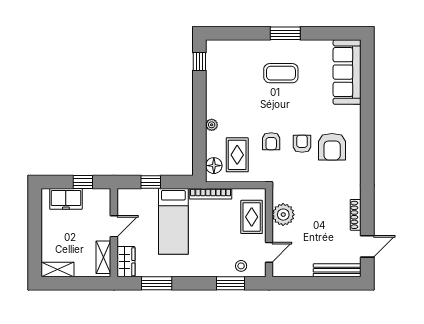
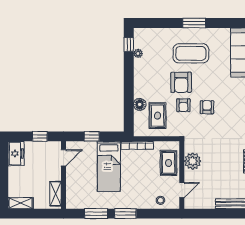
coffee table: (281, 73) -> (191, 53), width x1.36, depth x1.32
plant: (212, 125) -> (138, 53), moved
armchair: (332, 147) -> (181, 82), moved
floor lamp: (214, 166) -> (140, 104), moved
freezer: (66, 199) -> (16, 153), moved, turned -90
door: (114, 226) -> (64, 158), moved
wardrobe: (126, 262) -> (73, 197), removed
window: (230, 283) -> (125, 214), moved

